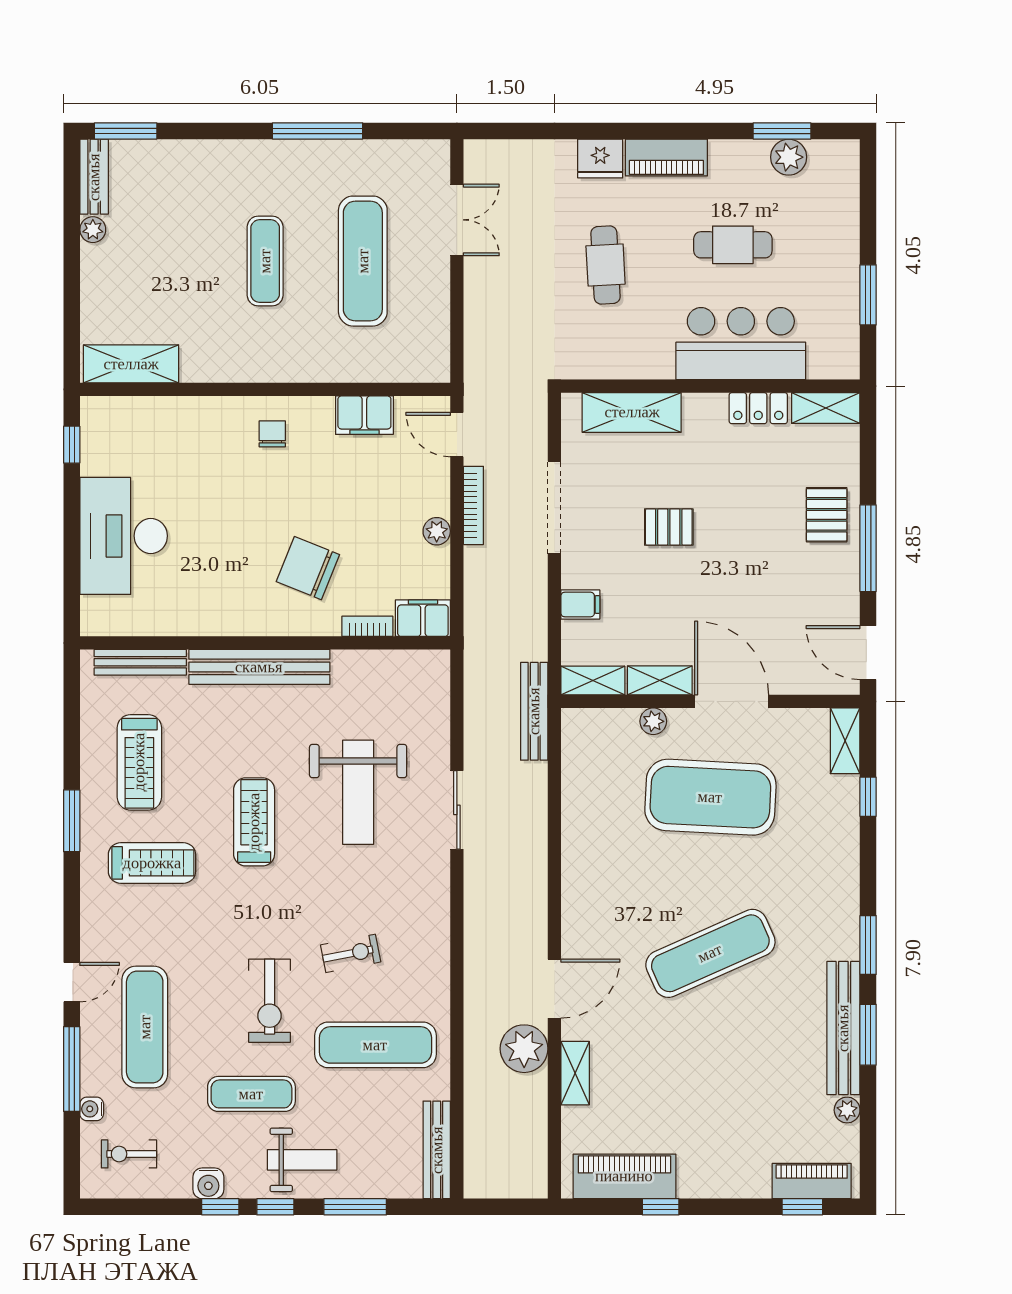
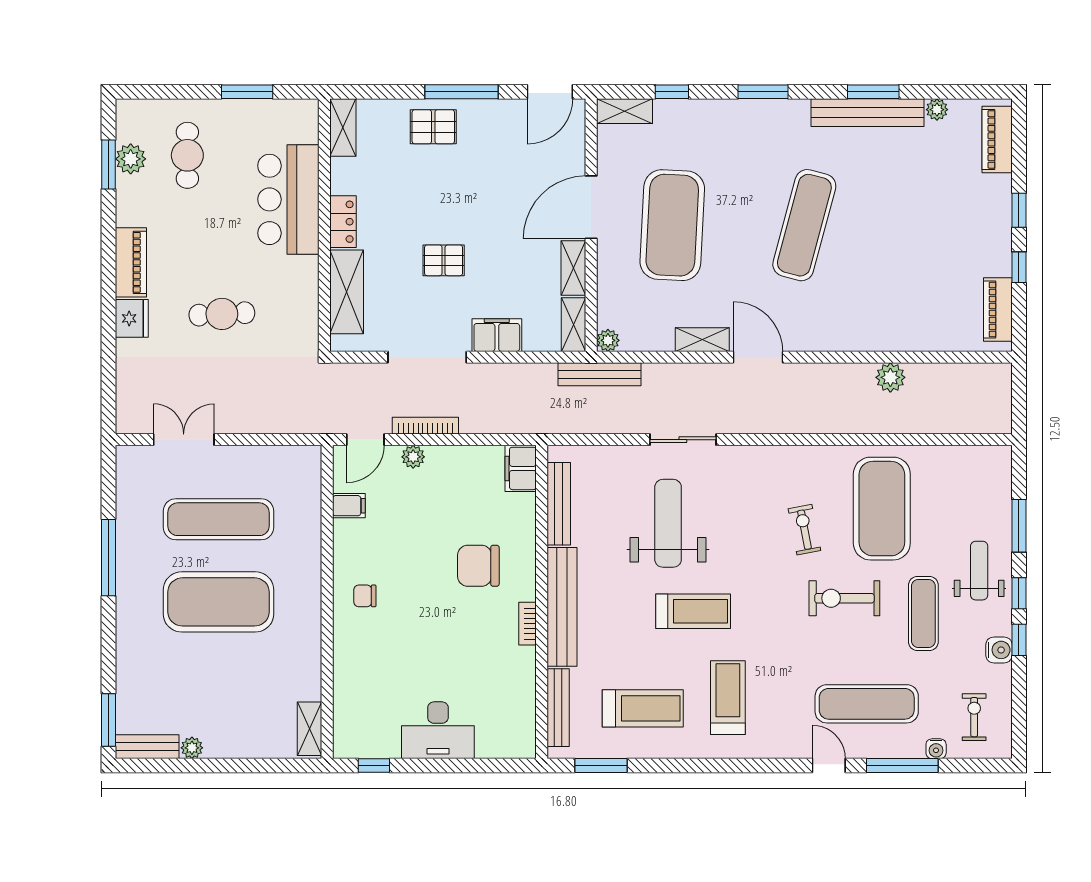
cafe table: (733, 245) -> (187, 155), moved
exercise mat: (265, 261) -> (219, 602), width x2.00, depth x1.45
shelving: (131, 364) -> (310, 729), width x0.67, depth x0.75
locker: (758, 408) -> (343, 222), moved
filing cabinet: (364, 415) -> (349, 506), width x0.50
pallet: (669, 527) -> (444, 260), turned 90
plant: (437, 531) -> (413, 457), moved
desk: (124, 536) -> (438, 730), width x0.73, depth x0.77
chair: (308, 568) -> (478, 566), turned 68
filing cabinet: (580, 605) -> (497, 335), width x2.00
bookcase: (367, 626) -> (528, 624), moved
plant: (653, 721) -> (608, 340), moved
weight bench: (358, 792) -> (668, 523), turned -90
window: (72, 821) -> (601, 766), moved
treadmill: (254, 822) -> (693, 611), turned 180
window: (868, 945) -> (763, 92), moved
exercise mat: (710, 953) -> (804, 225), turned 39
door: (554, 989) -> (758, 357), moved
exercise bike: (270, 1001) -> (844, 598), turned 180
exercise mat: (375, 1045) -> (882, 509), width x1.47
plant: (524, 1049) -> (890, 377), width x0.73, depth x0.73
shelving: (575, 1073) -> (702, 340), moved
bench: (437, 1150) -> (559, 504), moved, turned 90
exercise bike: (129, 1154) -> (974, 717), turned 180
piano: (624, 1176) -> (998, 309), width x0.73, depth x0.75
window: (802, 1207) -> (1019, 210), moved

